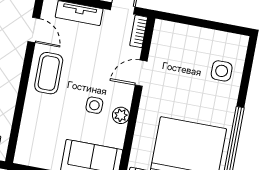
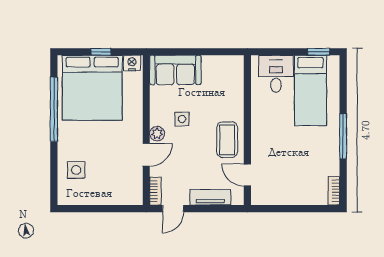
plant: (121, 115) -> (157, 134), moved

